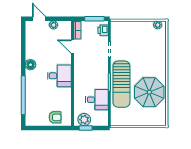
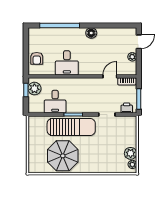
plant: (147, 27) -> (131, 153), added
desk: (59, 76) -> (67, 63), moved
sun lounger: (121, 84) -> (71, 127), turned 180

